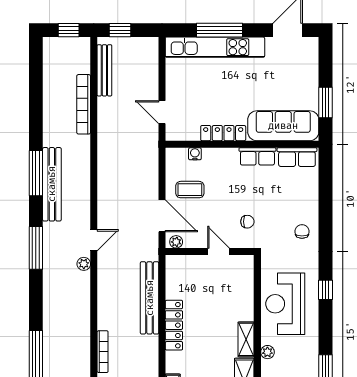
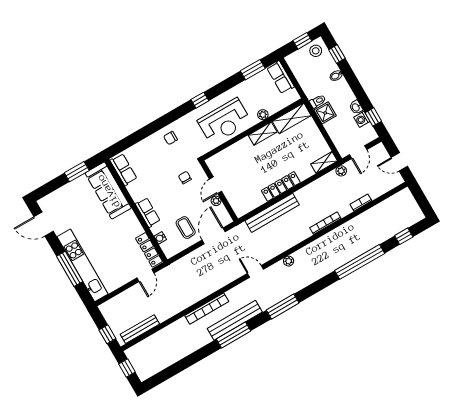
bookcase: (84, 104) -> (207, 309), moved
locker: (223, 133) -> (149, 250), moved
row of seats: (257, 156) -> (148, 212), moved
plant: (176, 242) -> (216, 201), moved
plant: (84, 264) -> (289, 261), moved

